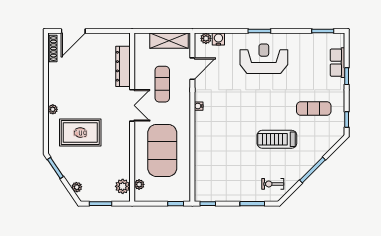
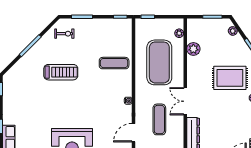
exercise mat: (314, 109) -> (114, 63), moved
plant: (123, 186) -> (193, 49), moved

